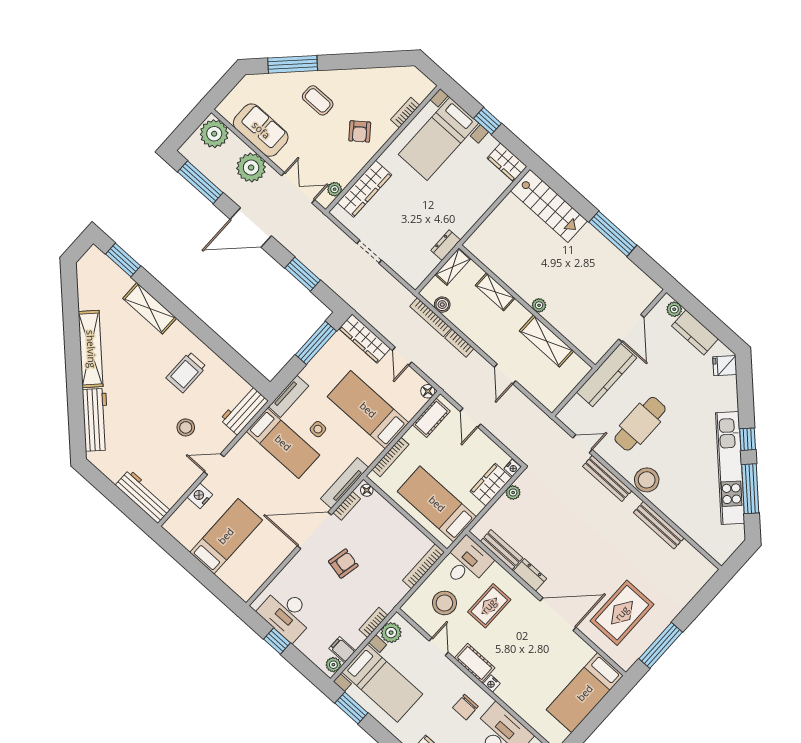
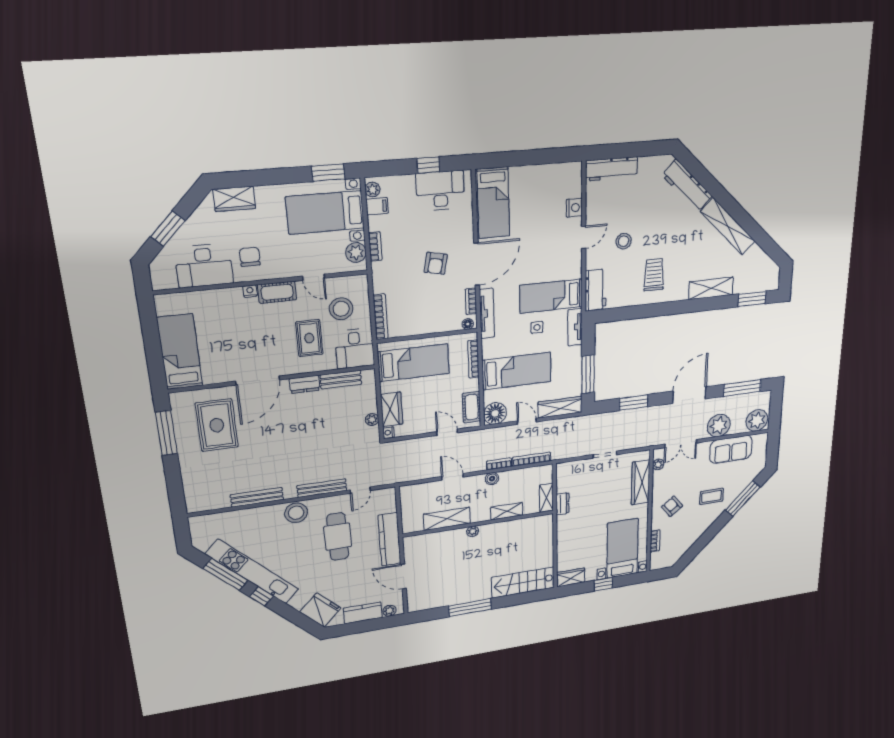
boiler: (442, 305) -> (492, 479), moved
fridge: (725, 366) -> (320, 610), width x1.88, depth x1.34
floor lamp: (428, 391) -> (495, 413), width x1.89, depth x1.89
bed: (226, 536) -> (493, 203), moved

